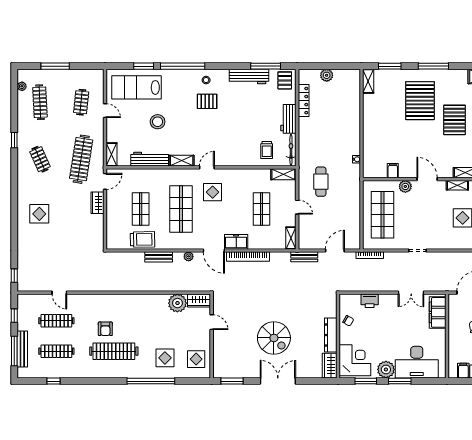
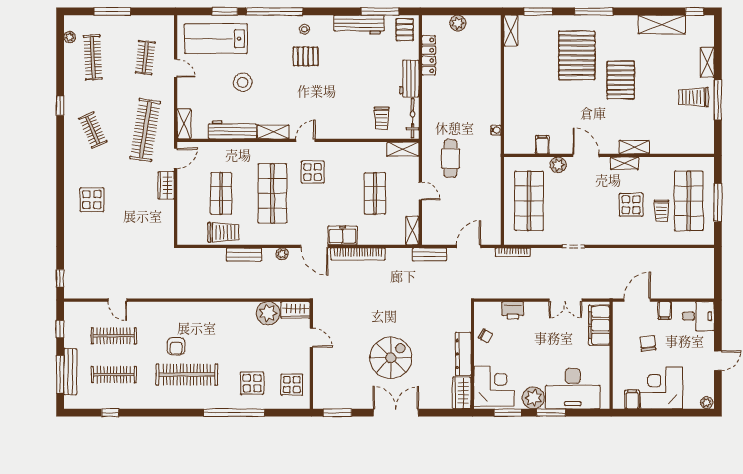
spiral stairs: (274, 338) -> (391, 358), turned -90

